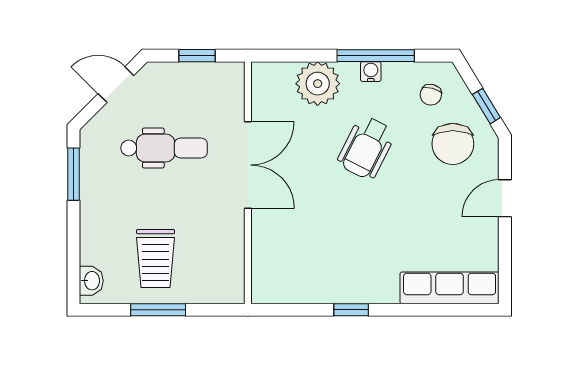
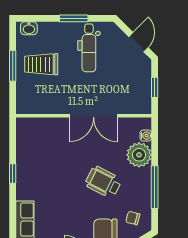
water cooler: (371, 72) -> (146, 136), moved
dental chair: (164, 148) -> (89, 48), moved
window: (74, 174) -> (74, 18), moved

